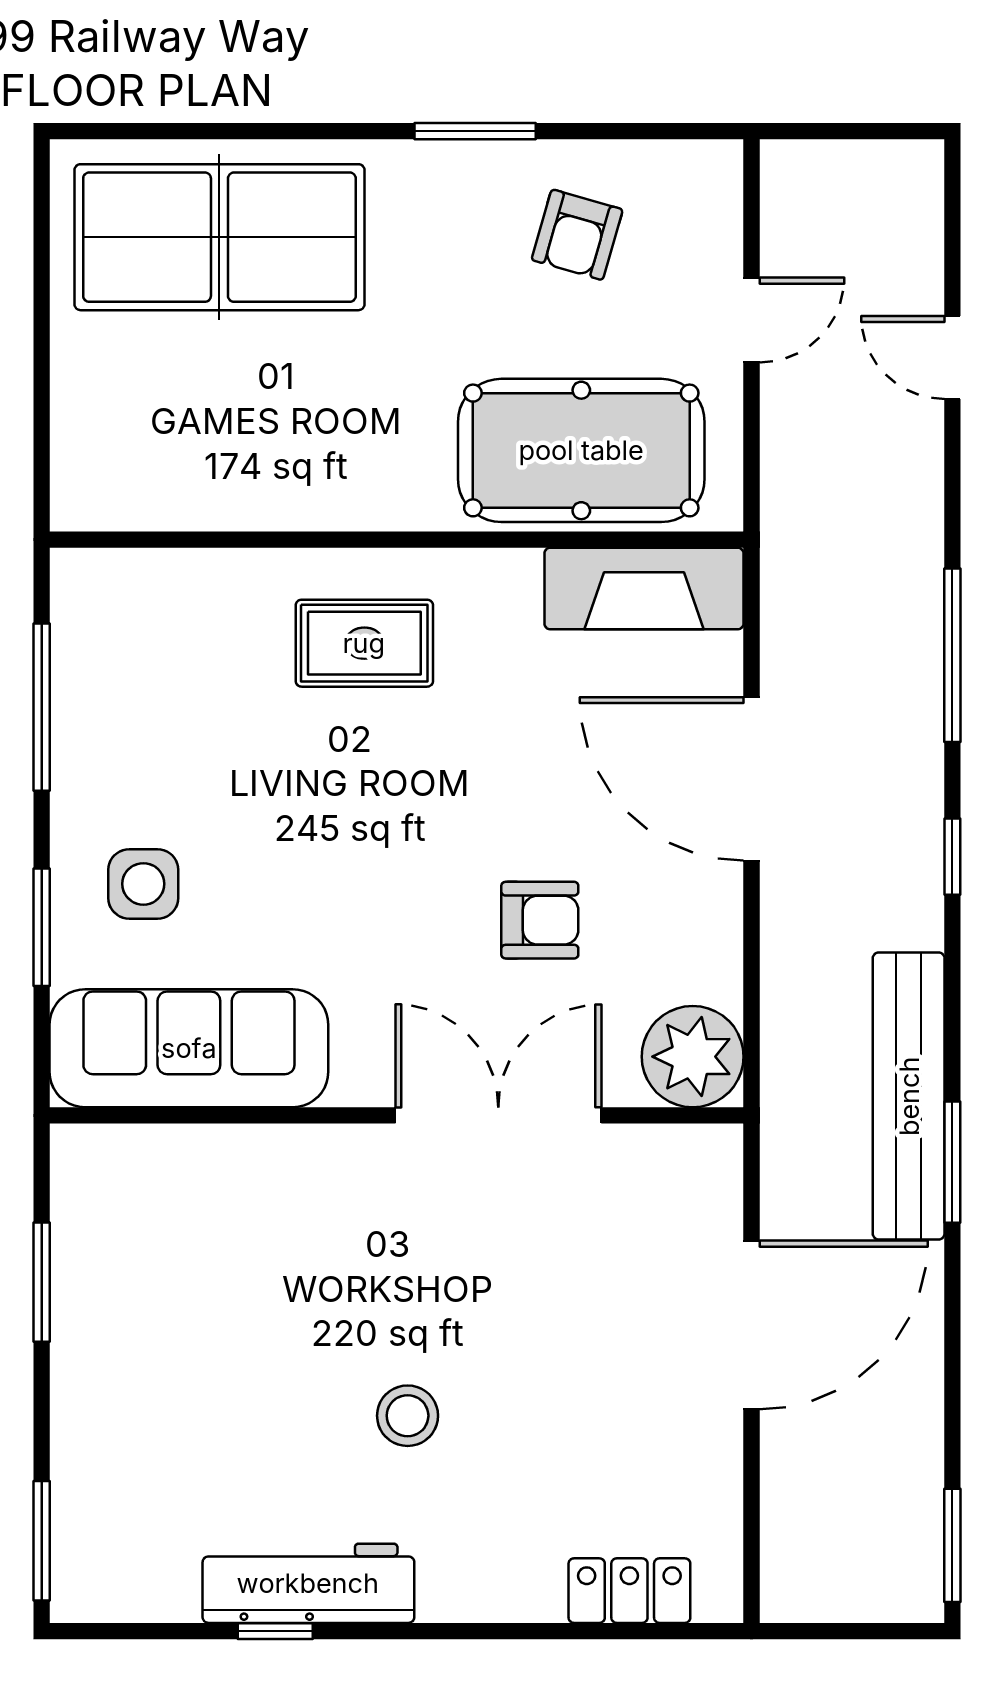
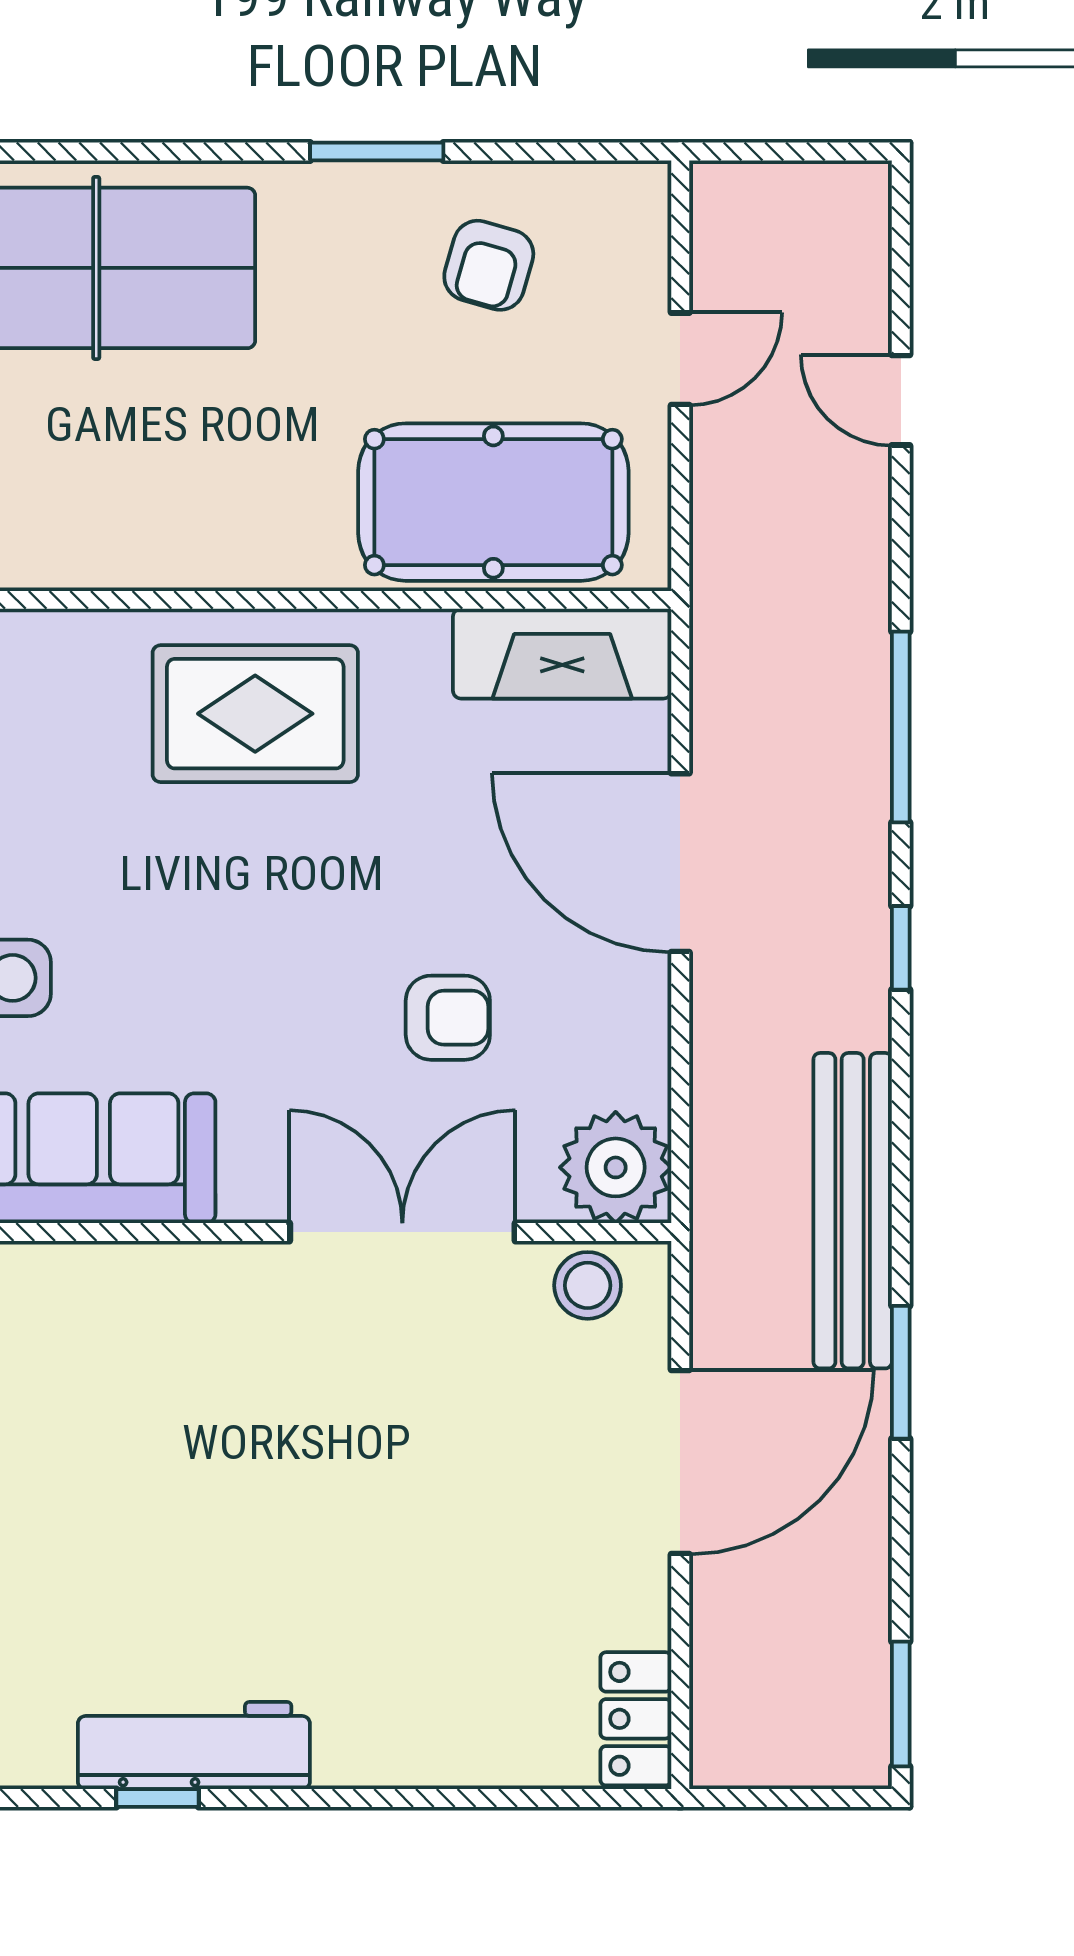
rug: (364, 643) -> (255, 714), width x1.36, depth x1.43
window: (952, 1162) -> (901, 1372), moved
stool: (408, 1416) -> (588, 1285), moved
locker: (629, 1591) -> (636, 1719), moved, turned -90

